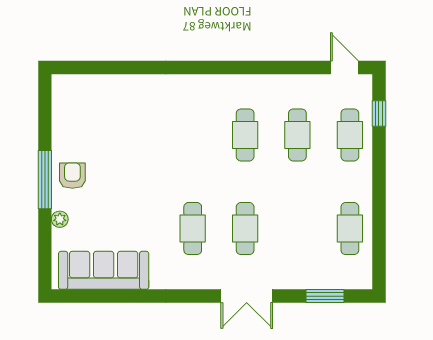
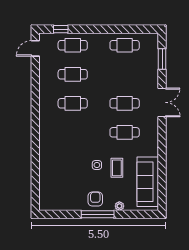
armchair: (72, 176) -> (95, 199), turned 90
side table: (134, 179) -> (97, 165), added
coffee table: (129, 215) -> (117, 168), added

